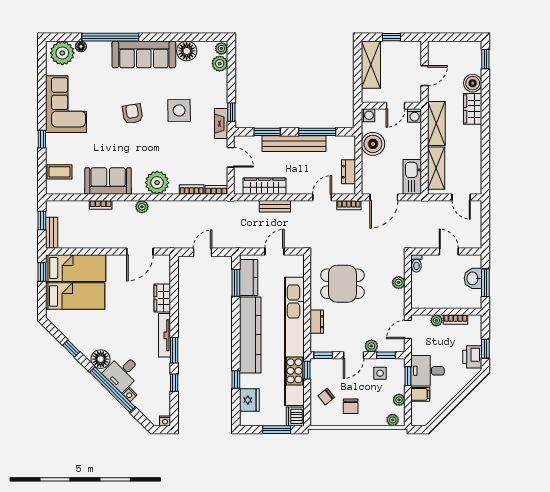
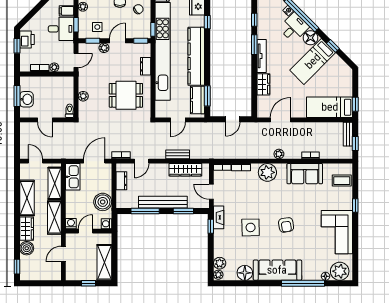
shelving: (472, 149) -> (27, 198), added
bed: (75, 296) -> (313, 61), moved, turned -45

